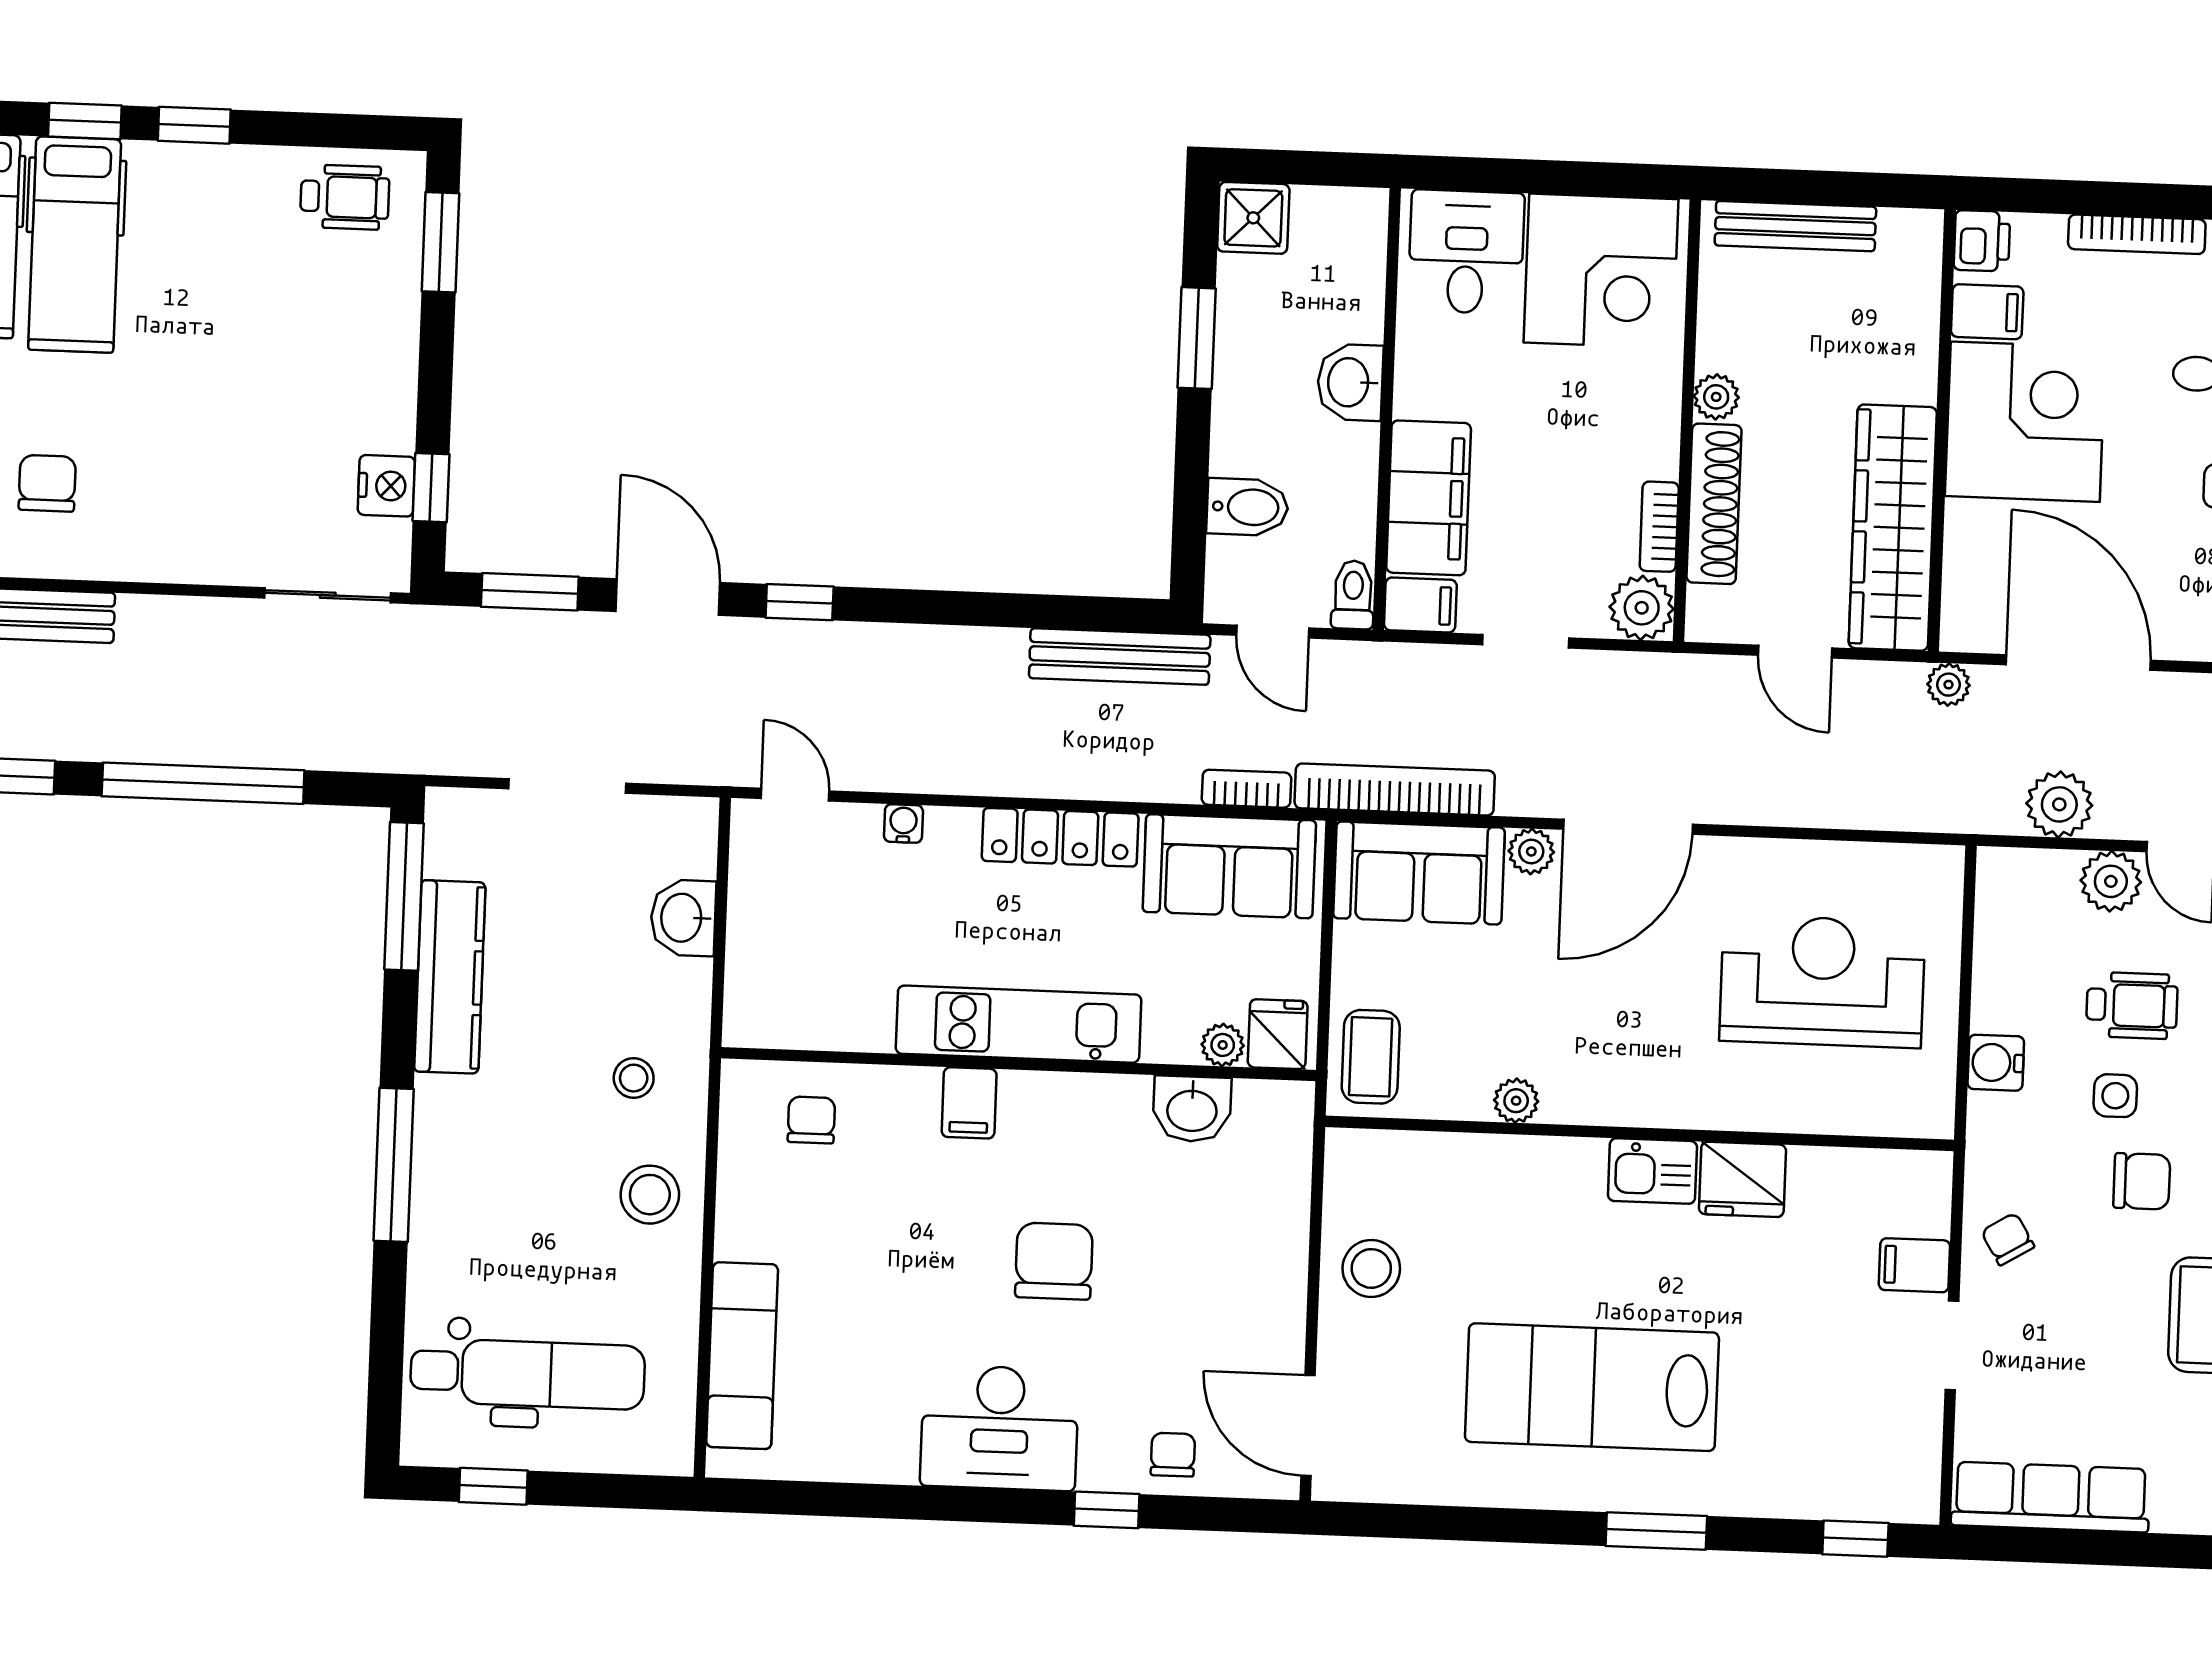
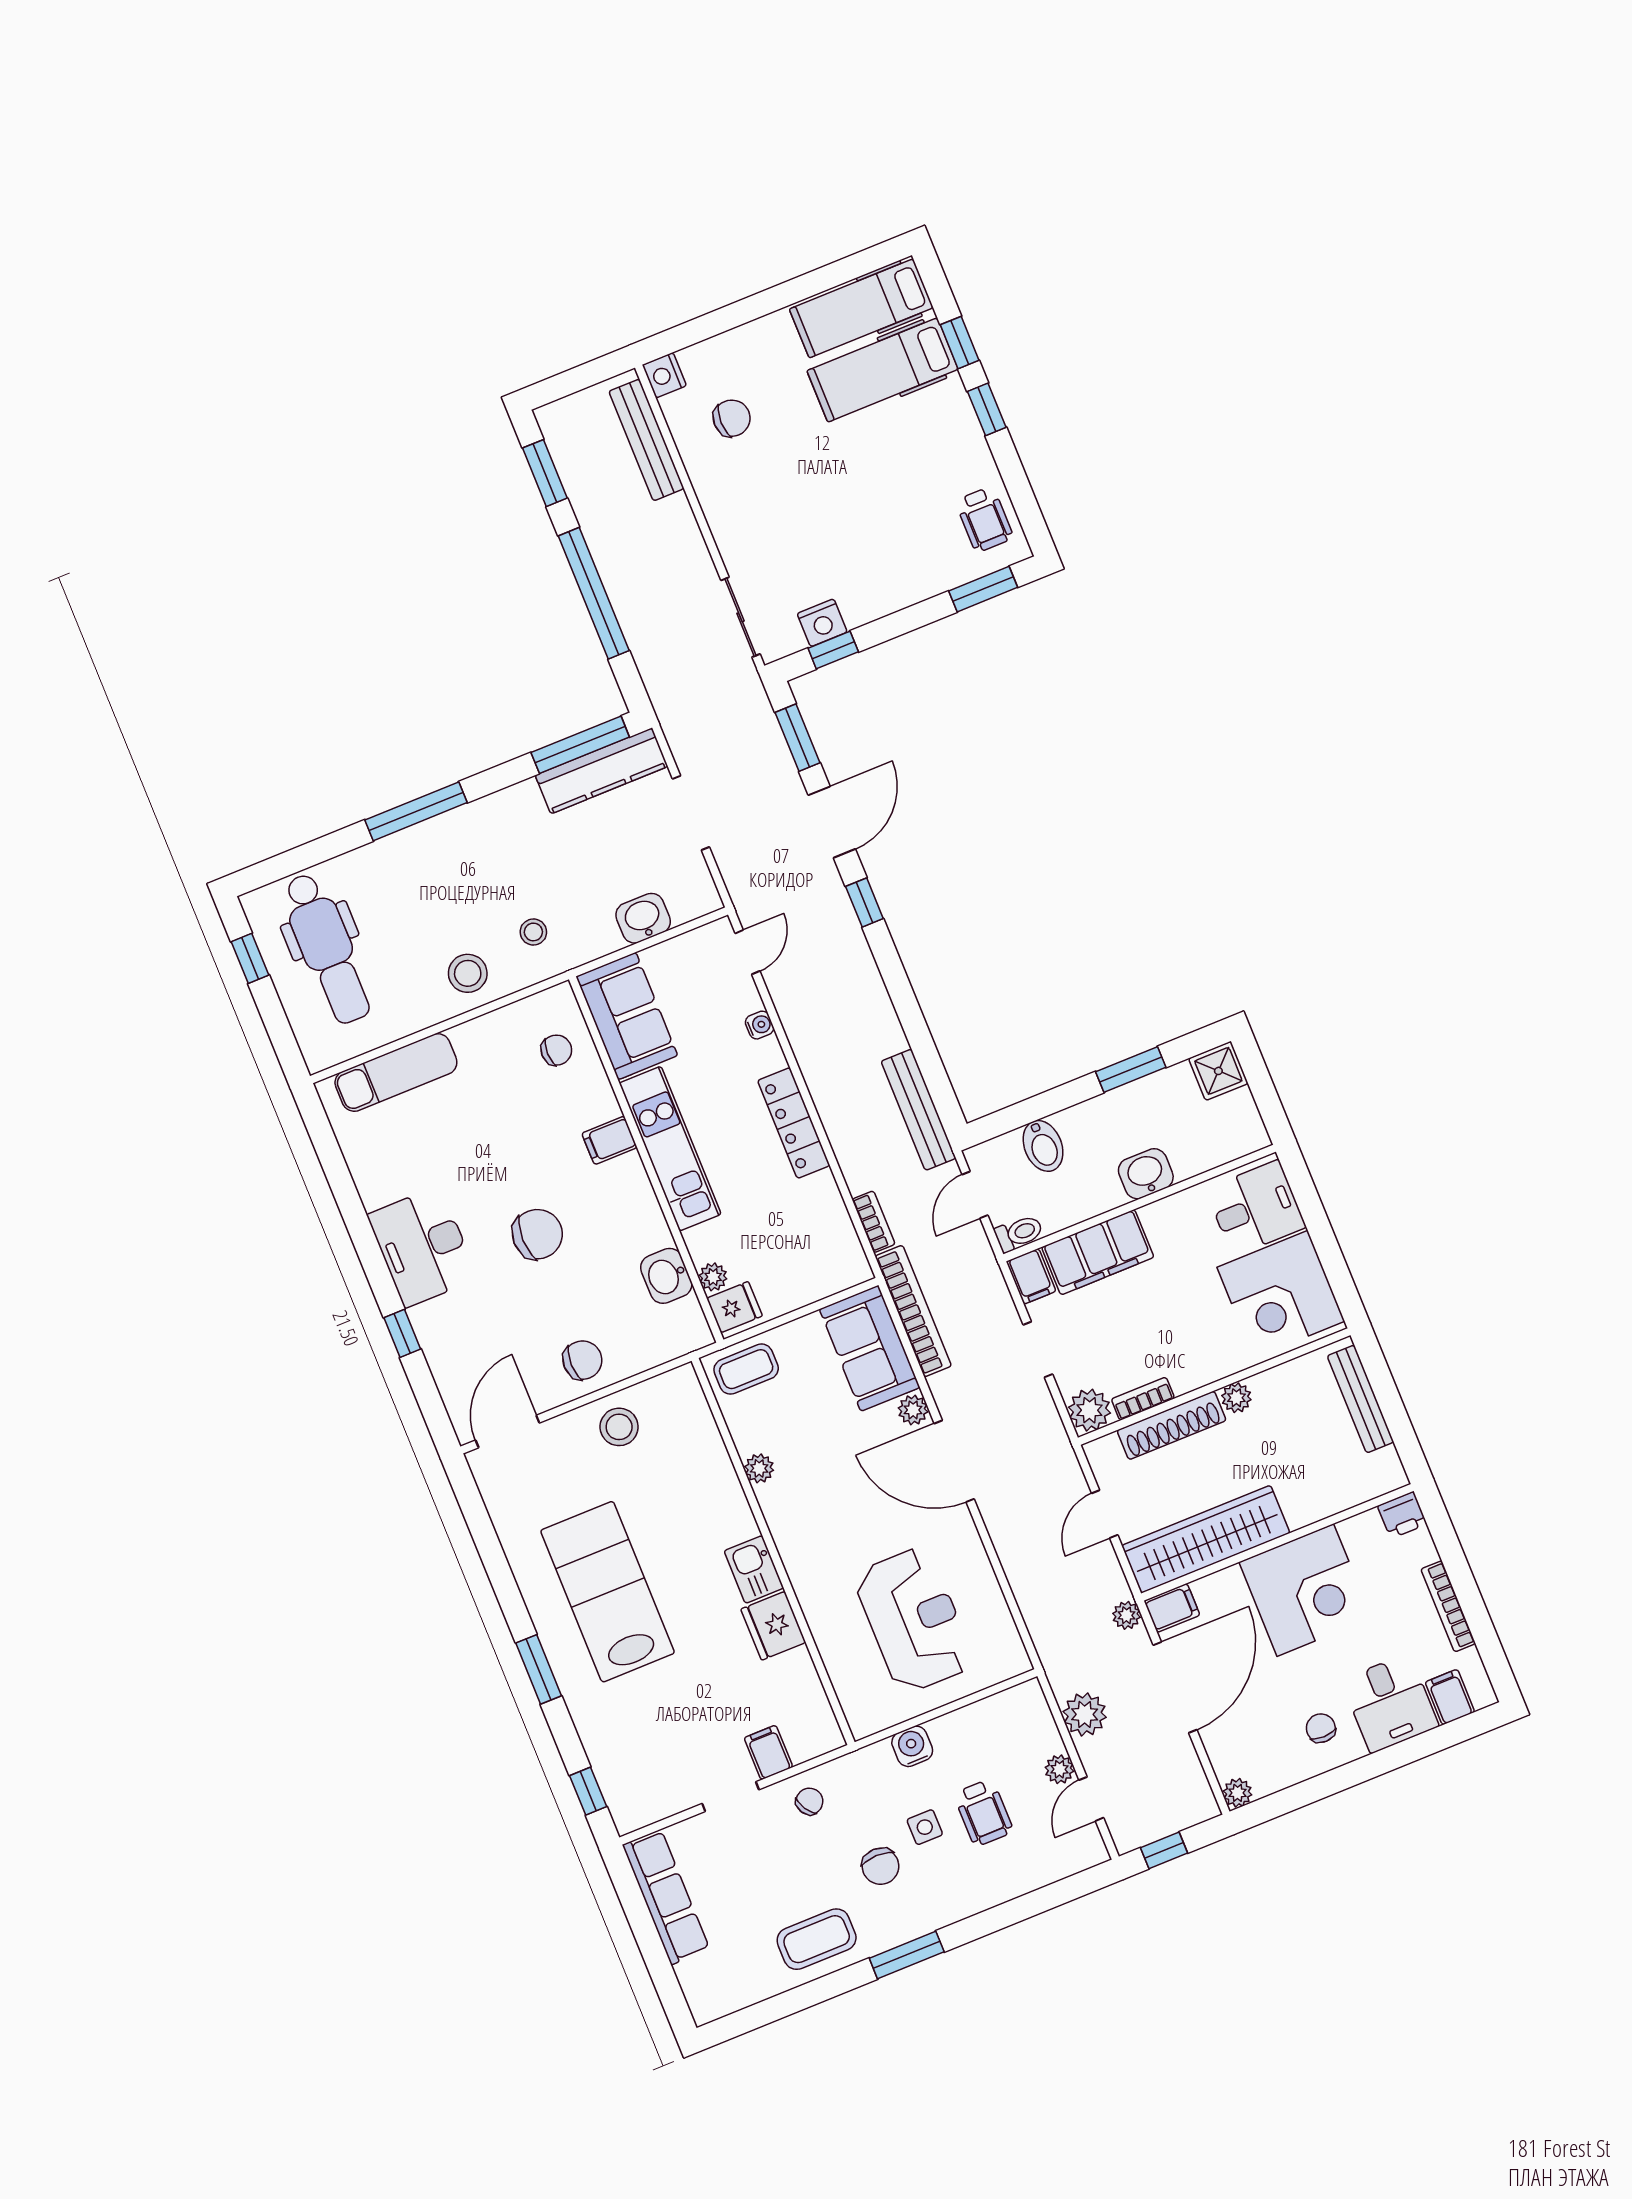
filing cabinet: (1987, 312) -> (1172, 1608), moved, turned -90
sofa: (1229, 866) -> (627, 1016), moved, turned 180
plant: (2111, 881) -> (1059, 1769), width x0.73, depth x0.73
kitchen counter: (450, 977) -> (602, 771), moved
chair: (1173, 1455) -> (582, 1360), moved, width x1.37, depth x1.37

